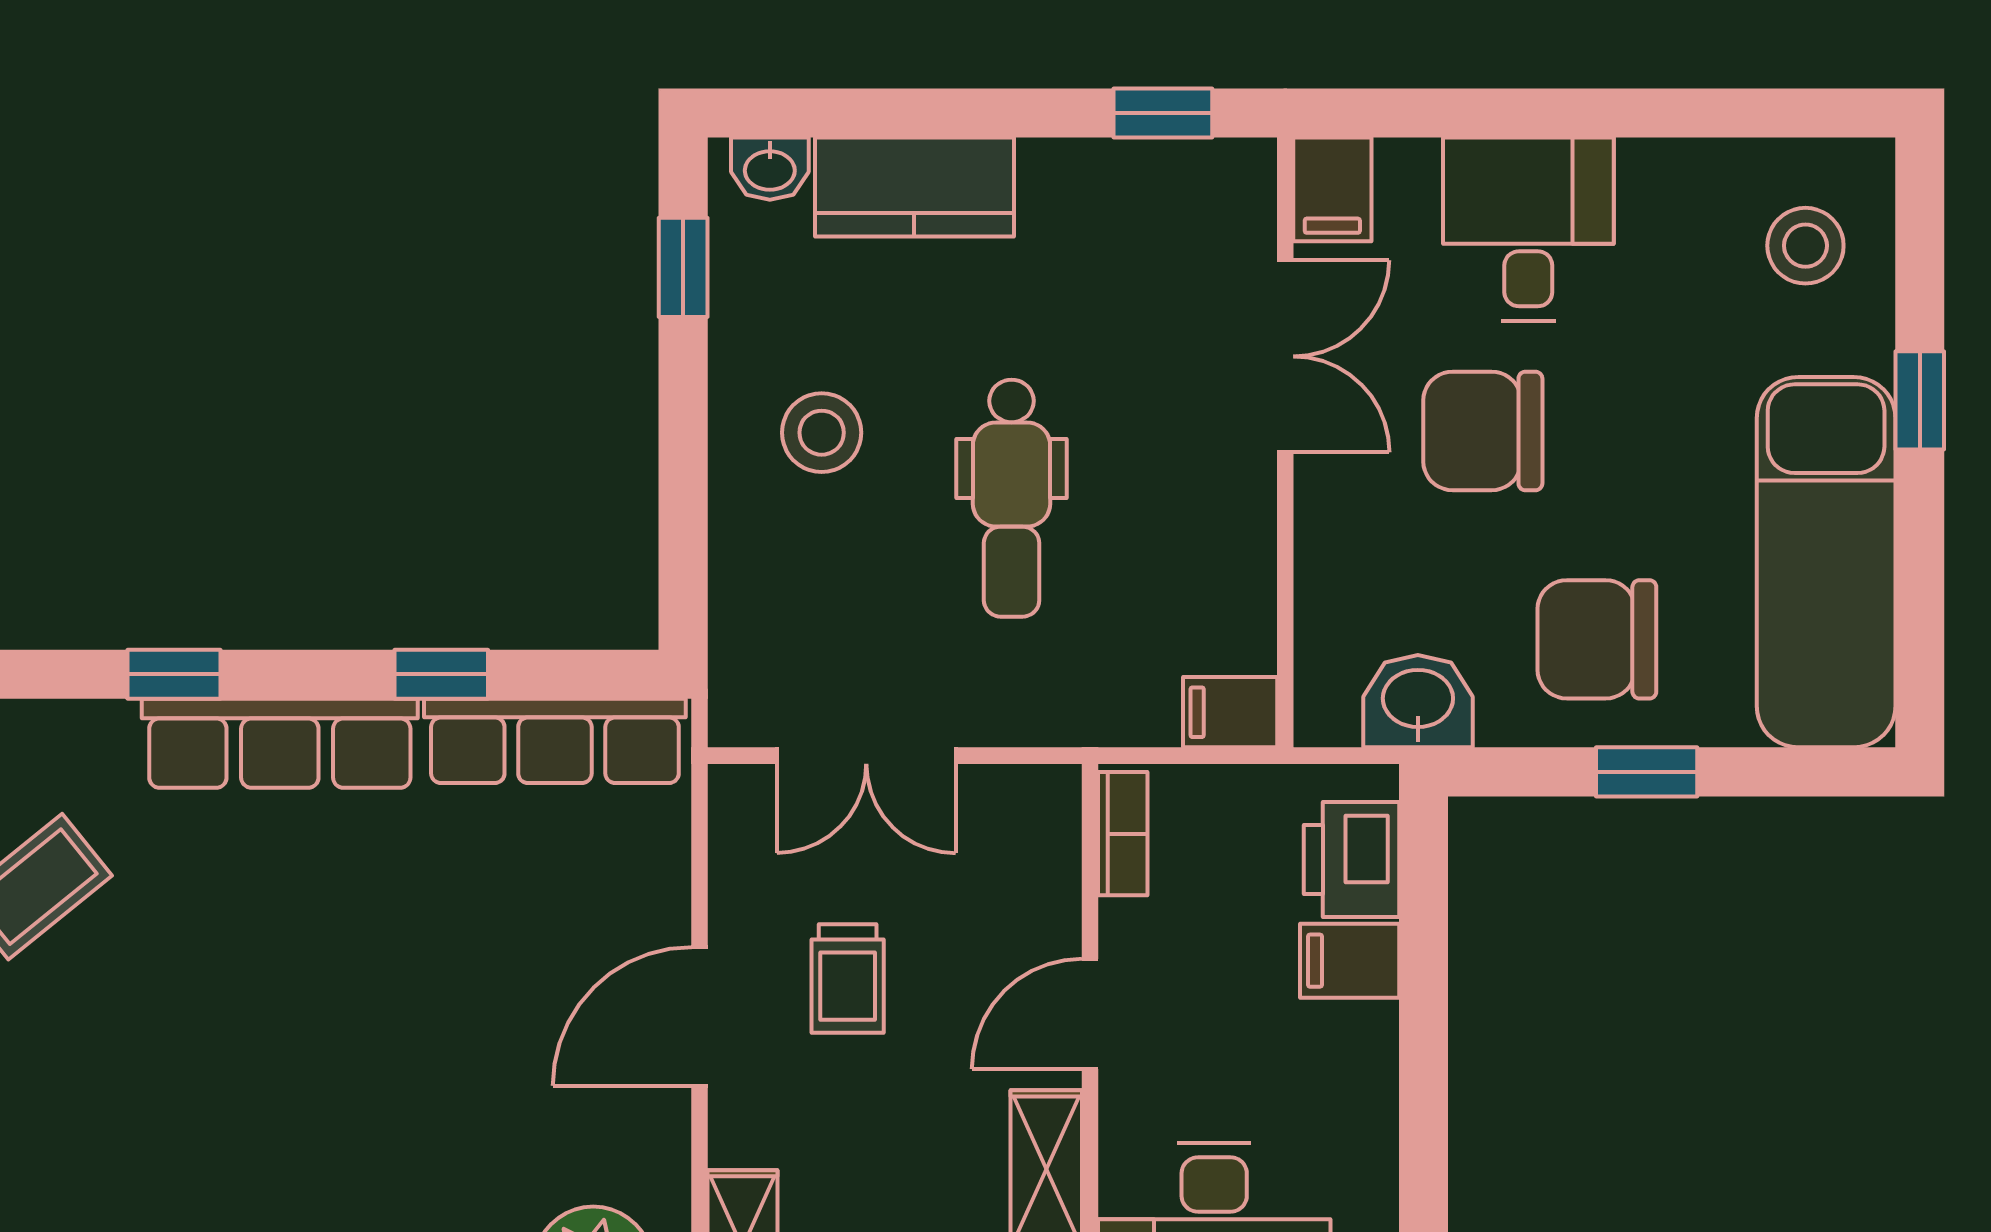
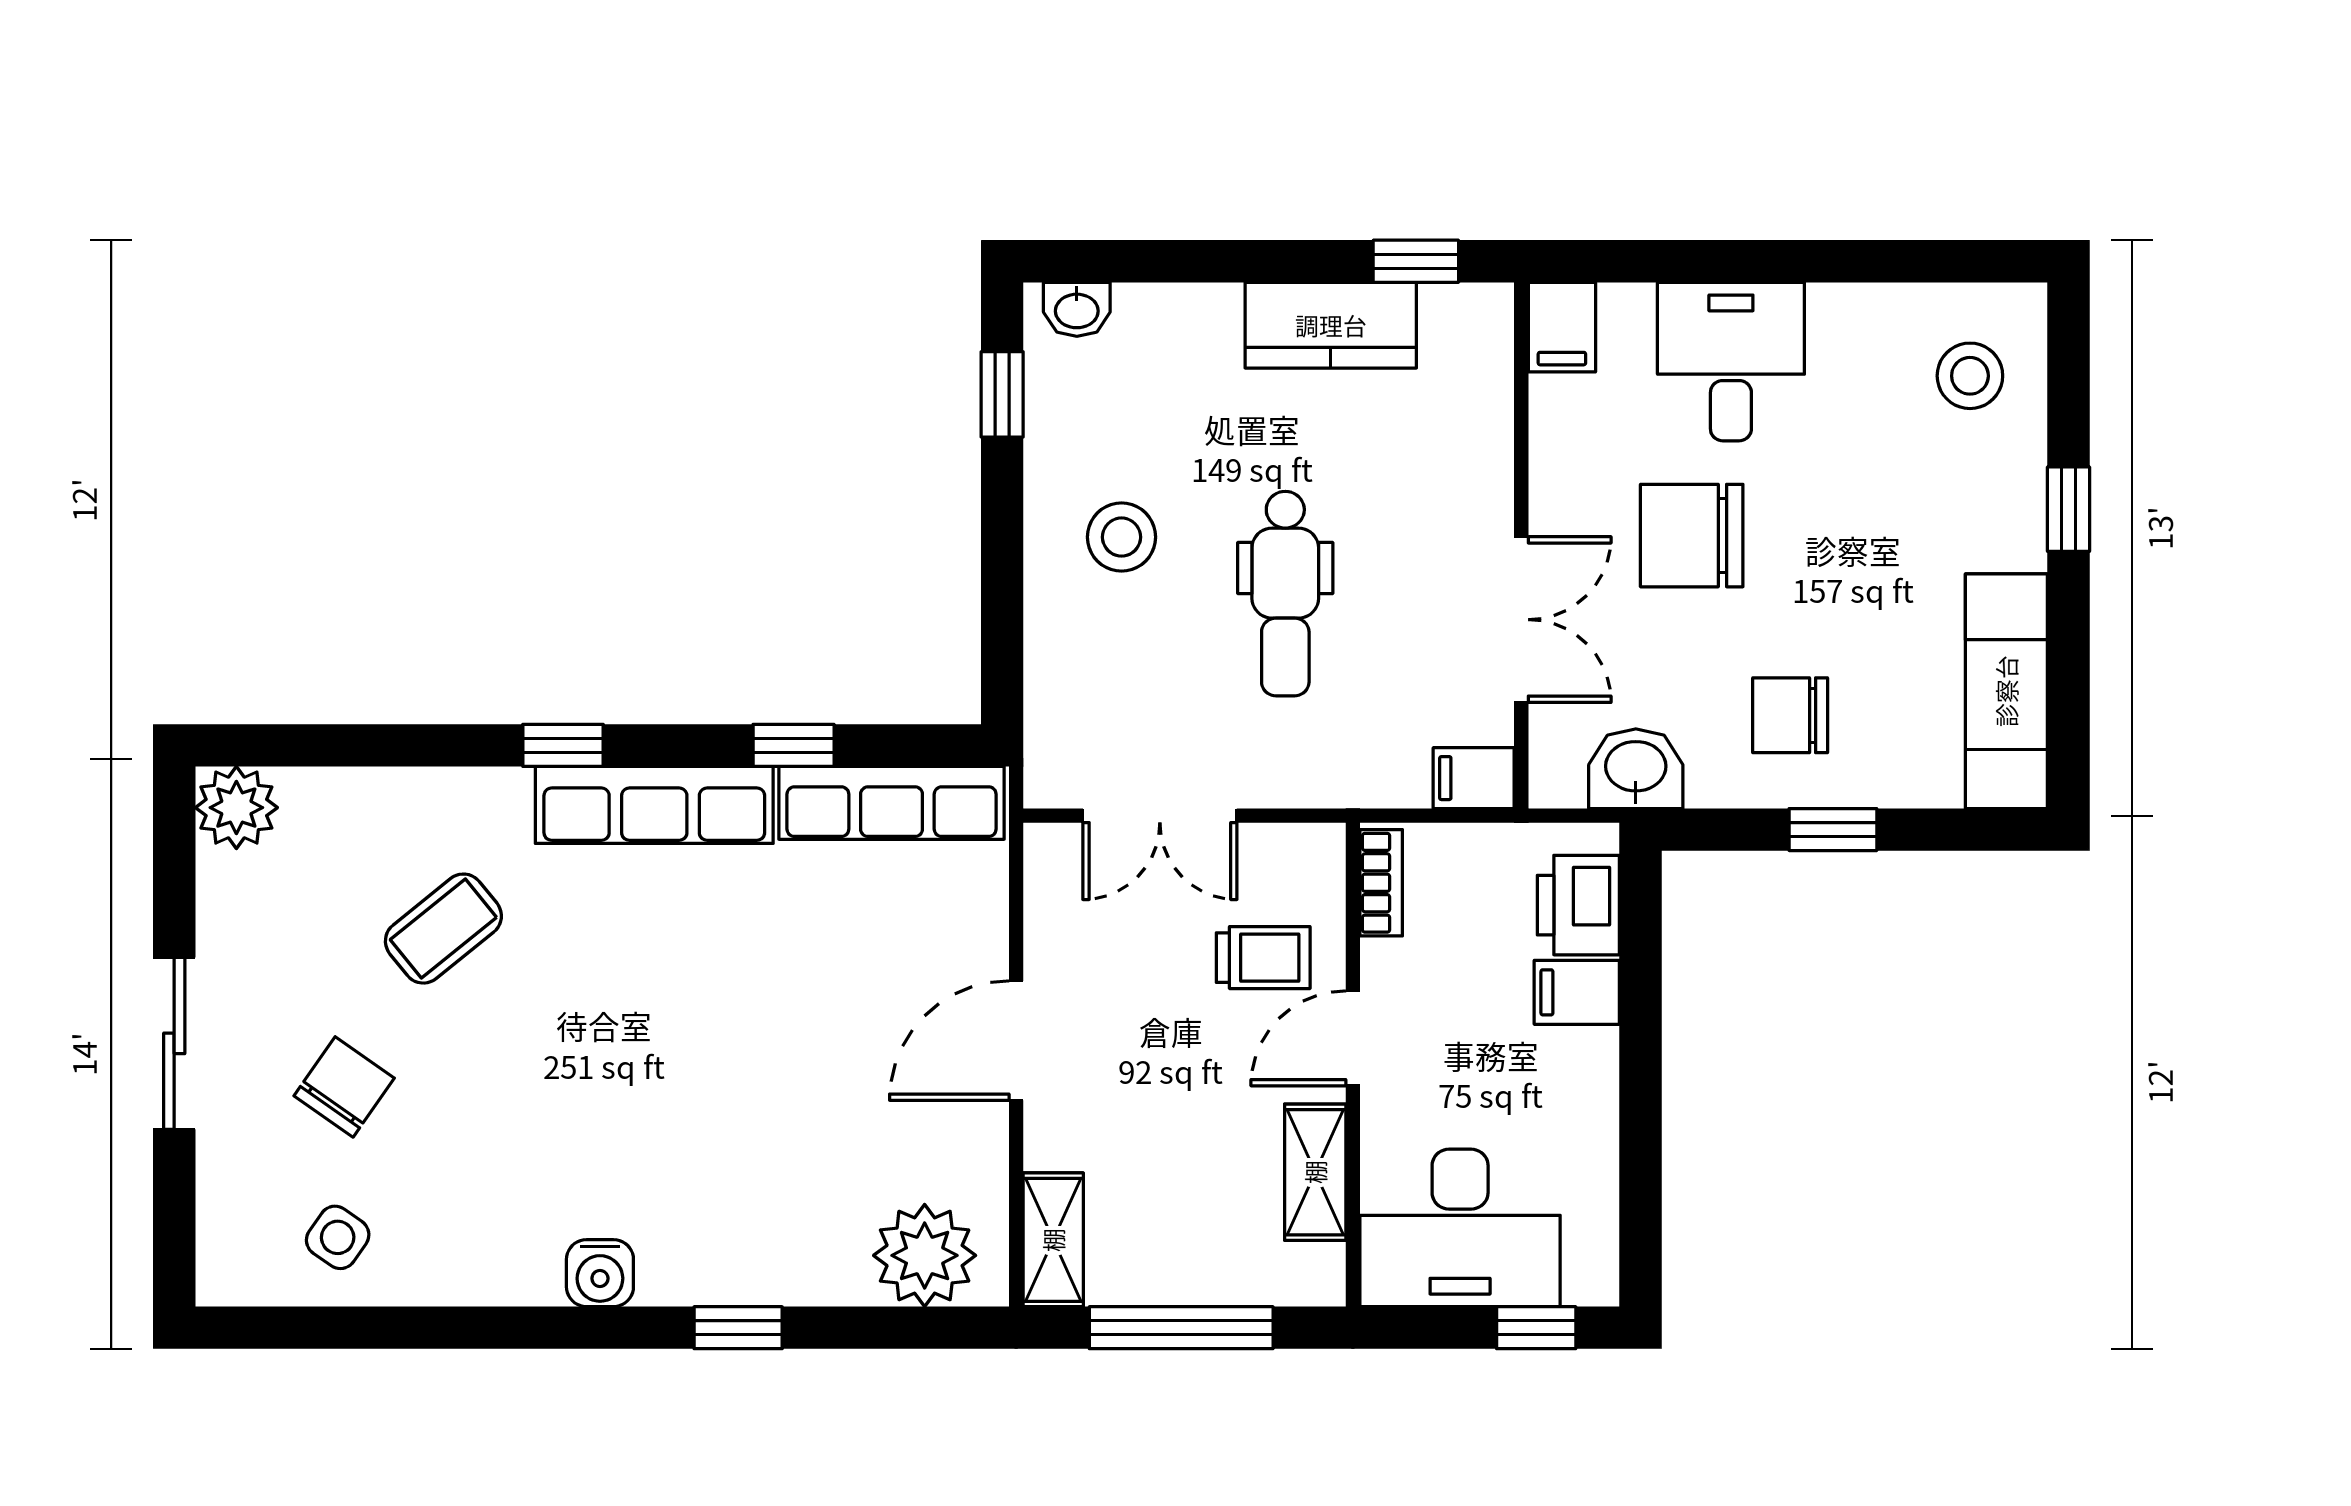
kitchen counter: (914, 187) -> (1331, 325), moved
double door: (1285, 356) -> (1521, 620), moved
exam couch: (1826, 562) -> (2006, 691), width x0.73, depth x0.69
chair: (1597, 639) -> (1790, 715), width x0.73, depth x0.73
trolley: (848, 978) -> (1263, 958), moved, turned -90

